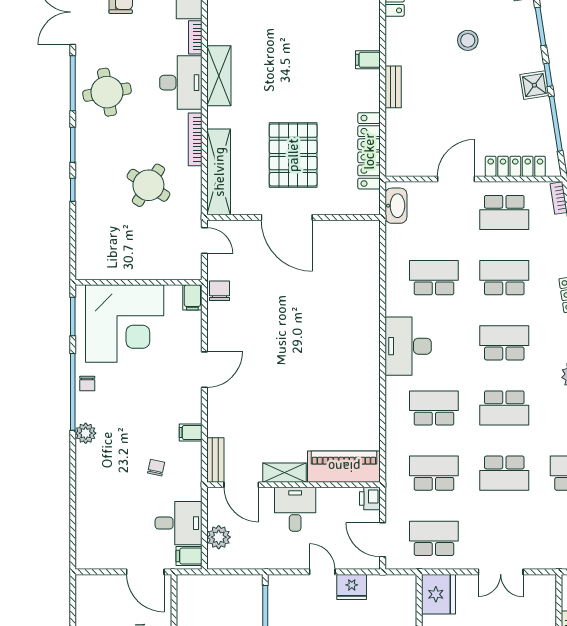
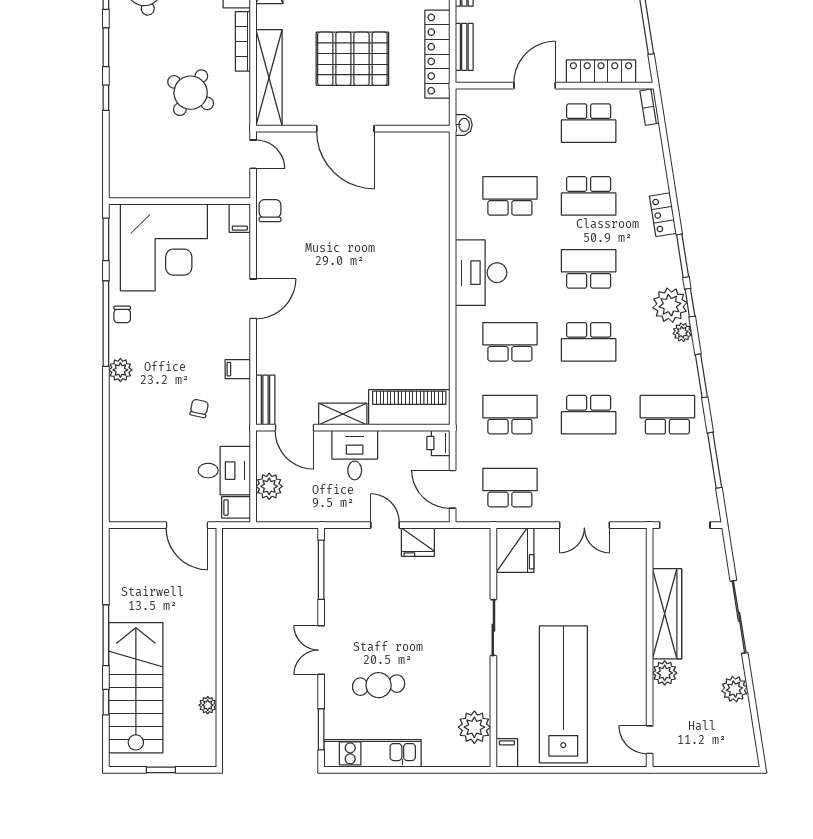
bench: (393, 144) -> (464, 47), added
pallet: (293, 155) -> (352, 59), turned 90
washbasin: (396, 206) -> (464, 125), width x0.52, depth x0.69
school desk: (504, 278) -> (589, 196), turned 180

